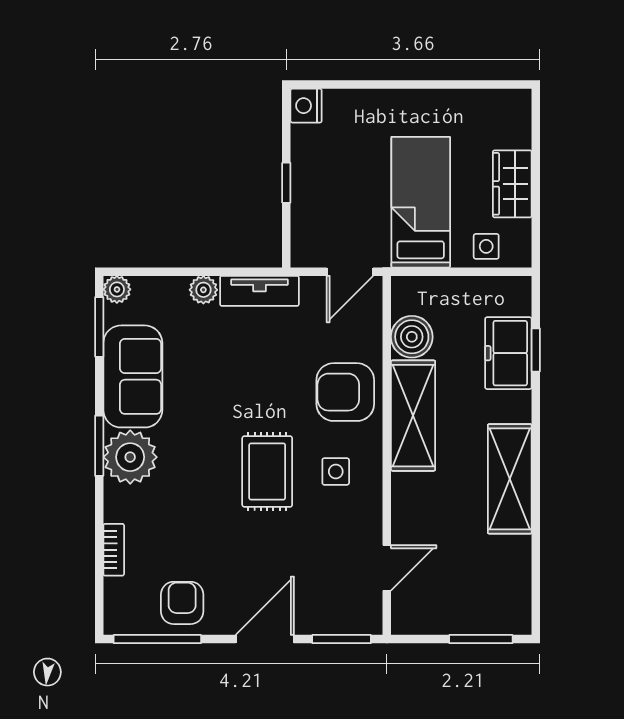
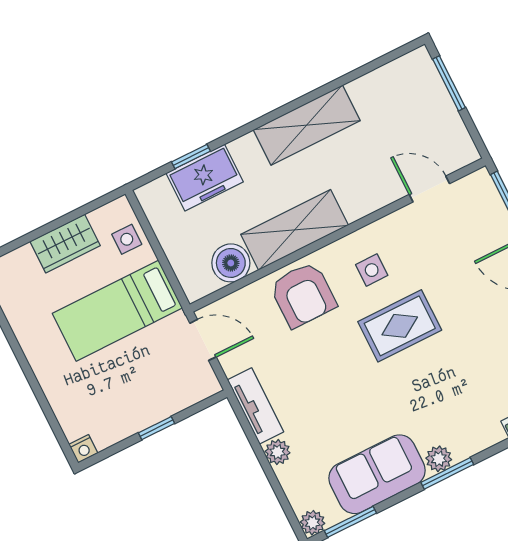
nightstand: (306, 106) -> (83, 449), width x0.72, depth x0.74
plant: (130, 457) -> (439, 459), width x0.53, depth x0.53

